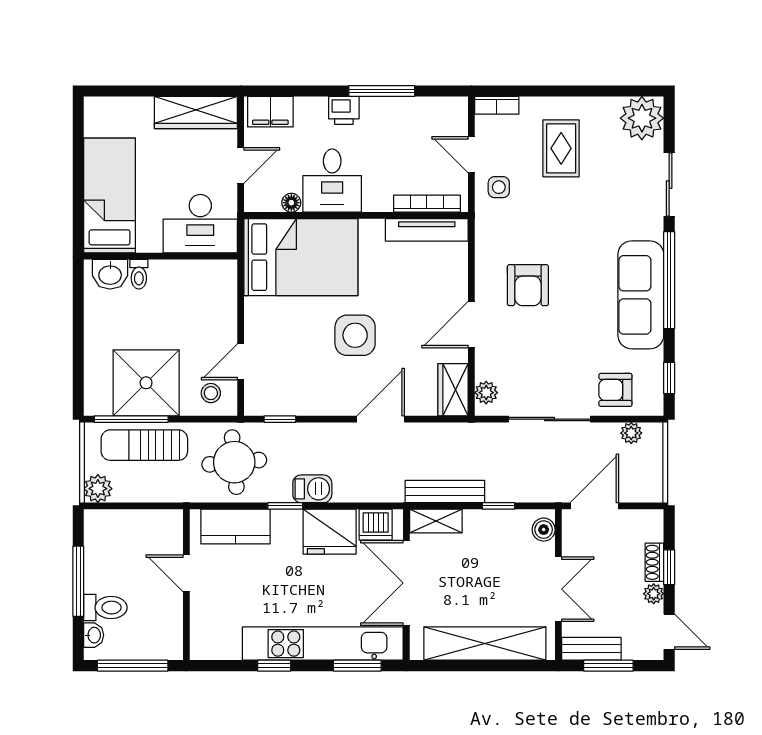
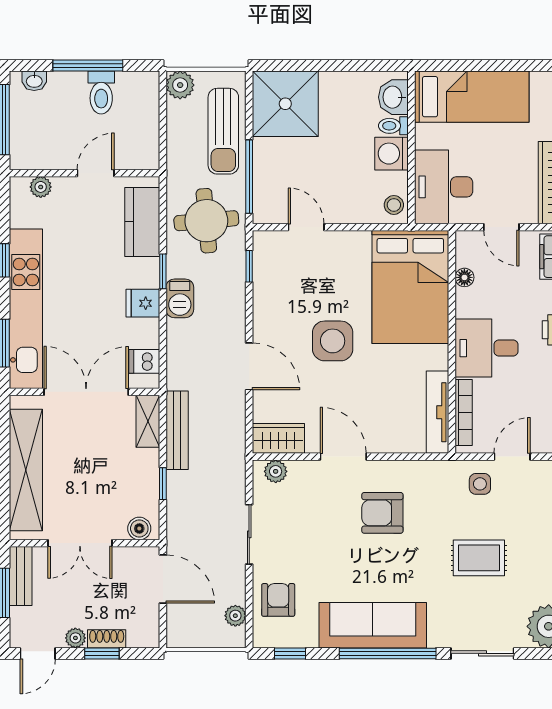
rug: (561, 148) -> (479, 558), moved
desk: (332, 181) -> (487, 348), moved
washing machine: (167, 276) -> (392, 154), added
shower: (146, 383) -> (285, 104), moved
stool: (211, 393) -> (394, 205), moved
window: (131, 419) -> (249, 177), moved
sliding door: (550, 419) -> (249, 534), width x0.73
sun lounger: (144, 445) -> (223, 131), turned 180
dishwasher: (376, 525) -> (144, 361), width x0.73
fridge: (330, 532) -> (143, 303), width x0.53, depth x0.75
toilet: (105, 608) -> (101, 93), moved
plant: (200, 629) -> (41, 187), added

